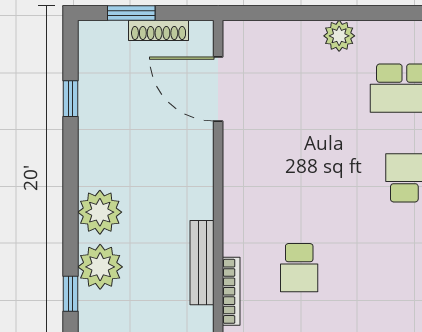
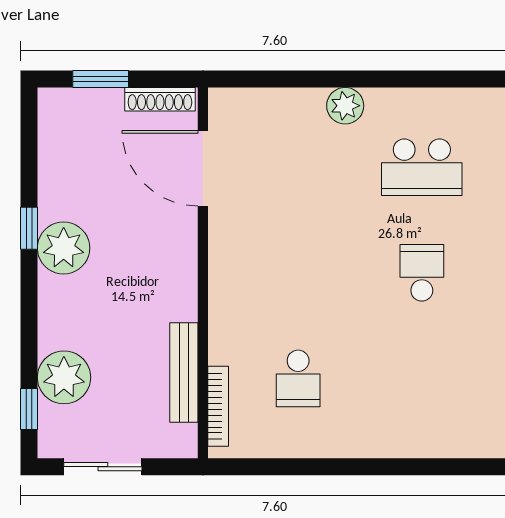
shoe rack: (159, 30) -> (160, 99), moved
window: (70, 99) -> (29, 228), moved
plant: (100, 212) -> (64, 248), moved

